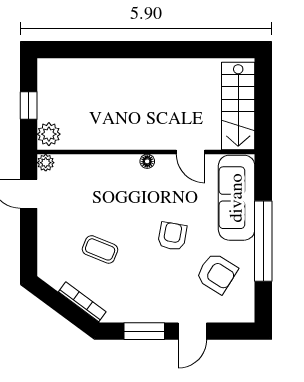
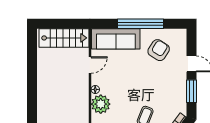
plant: (122, 171) -> (101, 104), added
armchair: (172, 236) -> (138, 75), removed

